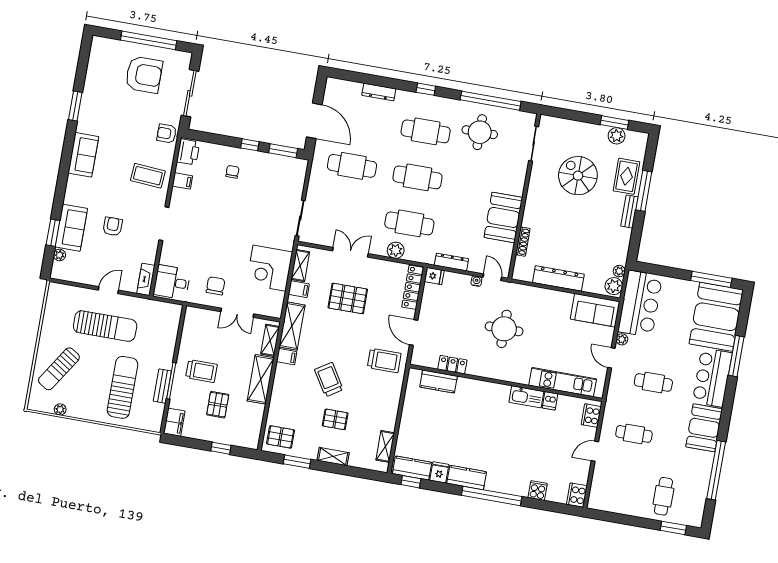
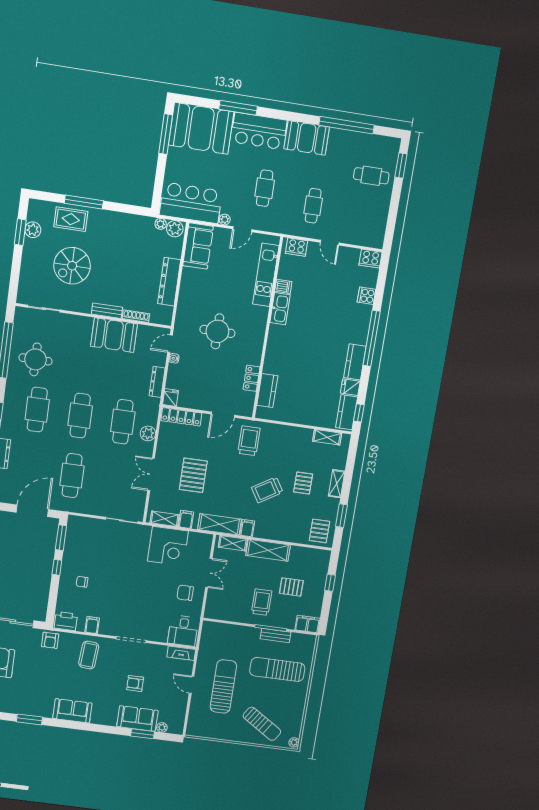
bench: (629, 212) -> (107, 311), moved
plant: (60, 409) -> (294, 742), moved

